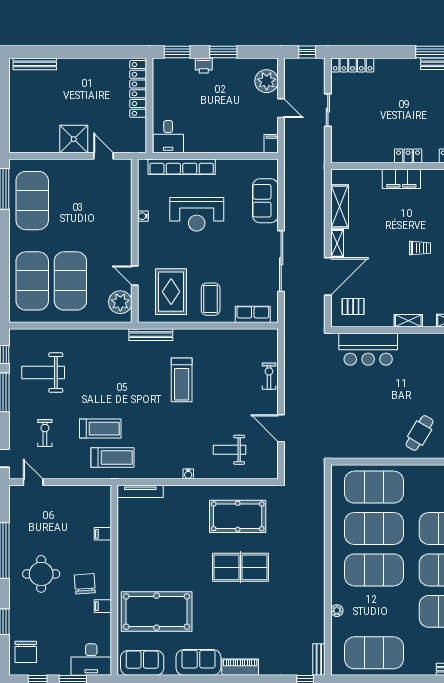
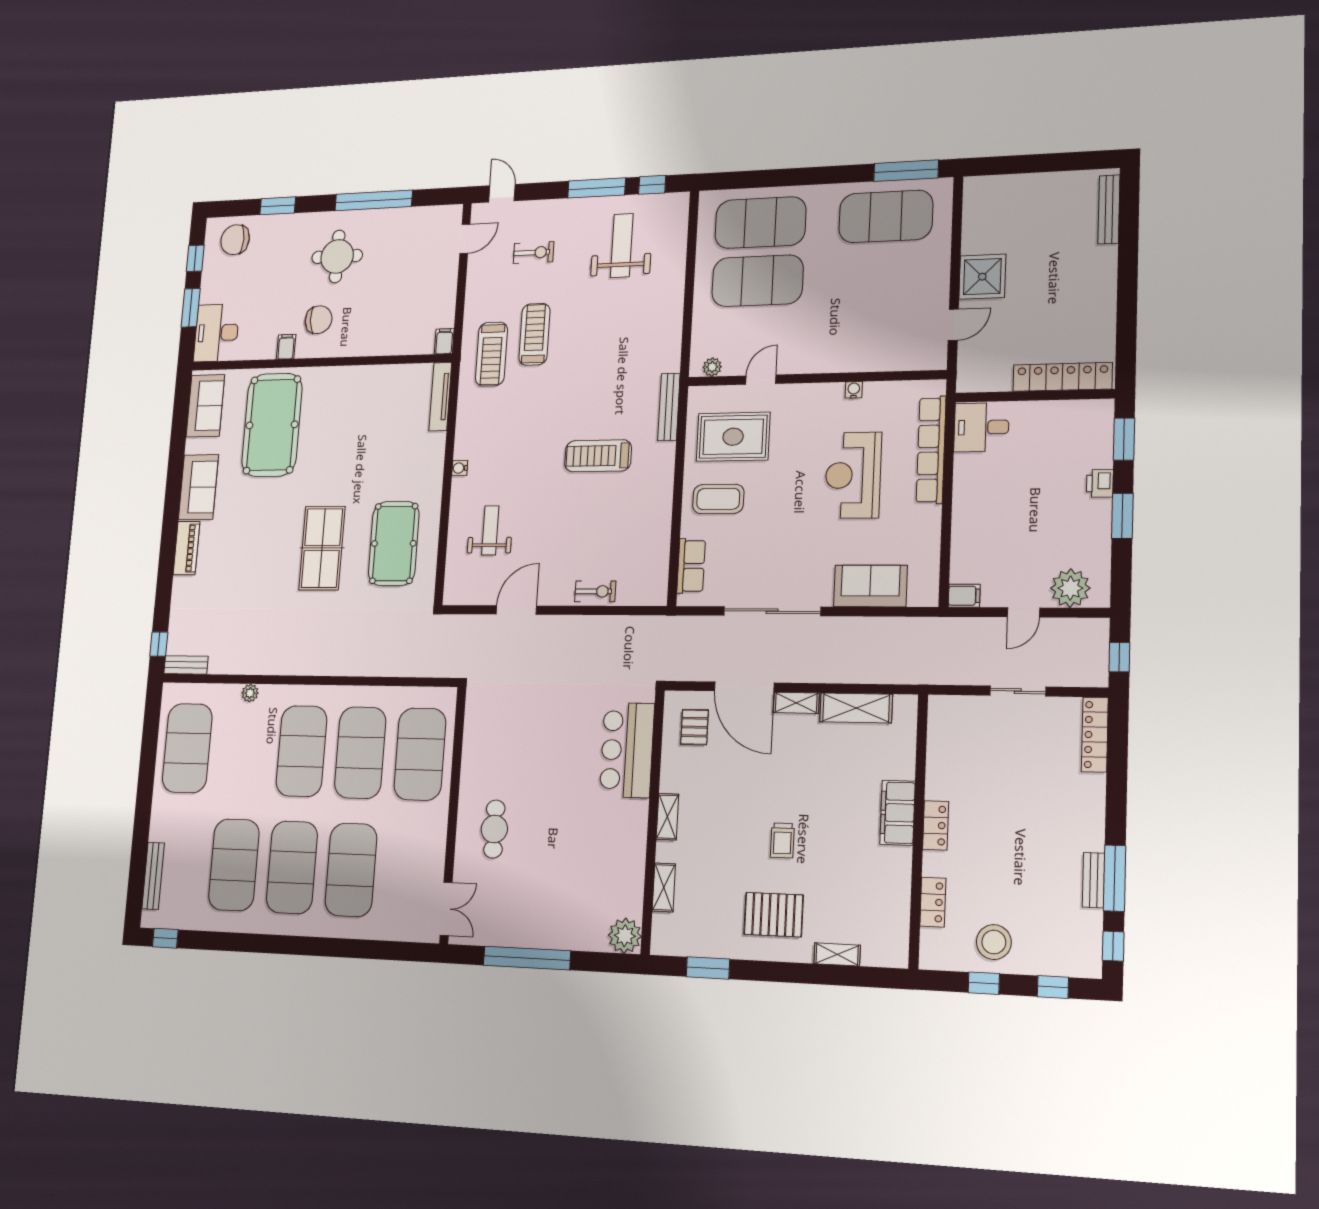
plant: (120, 302) -> (712, 367), width x0.53, depth x0.53
treadmill: (100, 429) -> (534, 334), turned 180
cafe table: (420, 433) -> (494, 829), turned 59
filing cabinet: (103, 534) -> (444, 341), moved

